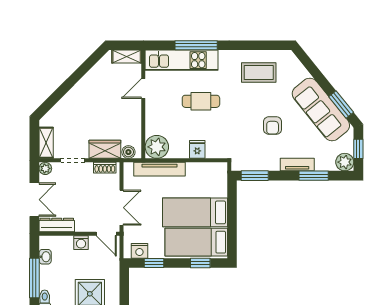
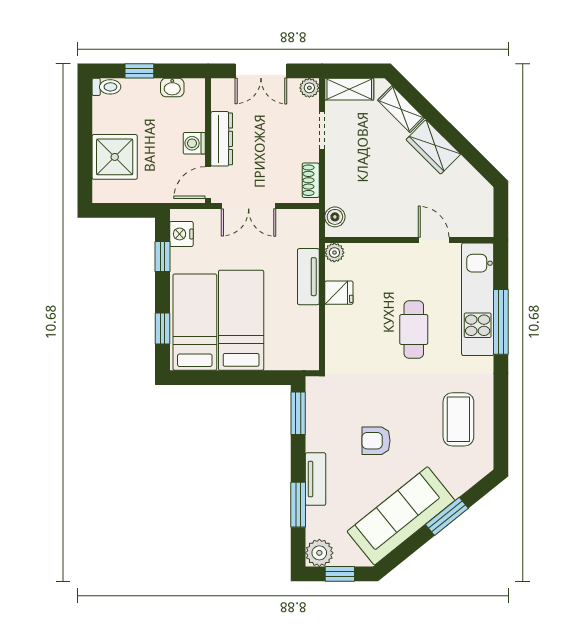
shelving: (127, 57) -> (401, 109), moved, turned -45
window: (341, 104) -> (447, 516), moved
plant: (157, 147) -> (334, 253), width x0.53, depth x0.53
wardrobe: (105, 149) -> (433, 147), moved, turned 135
fridge: (197, 149) -> (339, 293), moved
tv unit: (159, 169) -> (308, 277), width x0.71
dresser: (57, 225) -> (222, 139), moved
window: (34, 278) -> (139, 71), width x0.46

